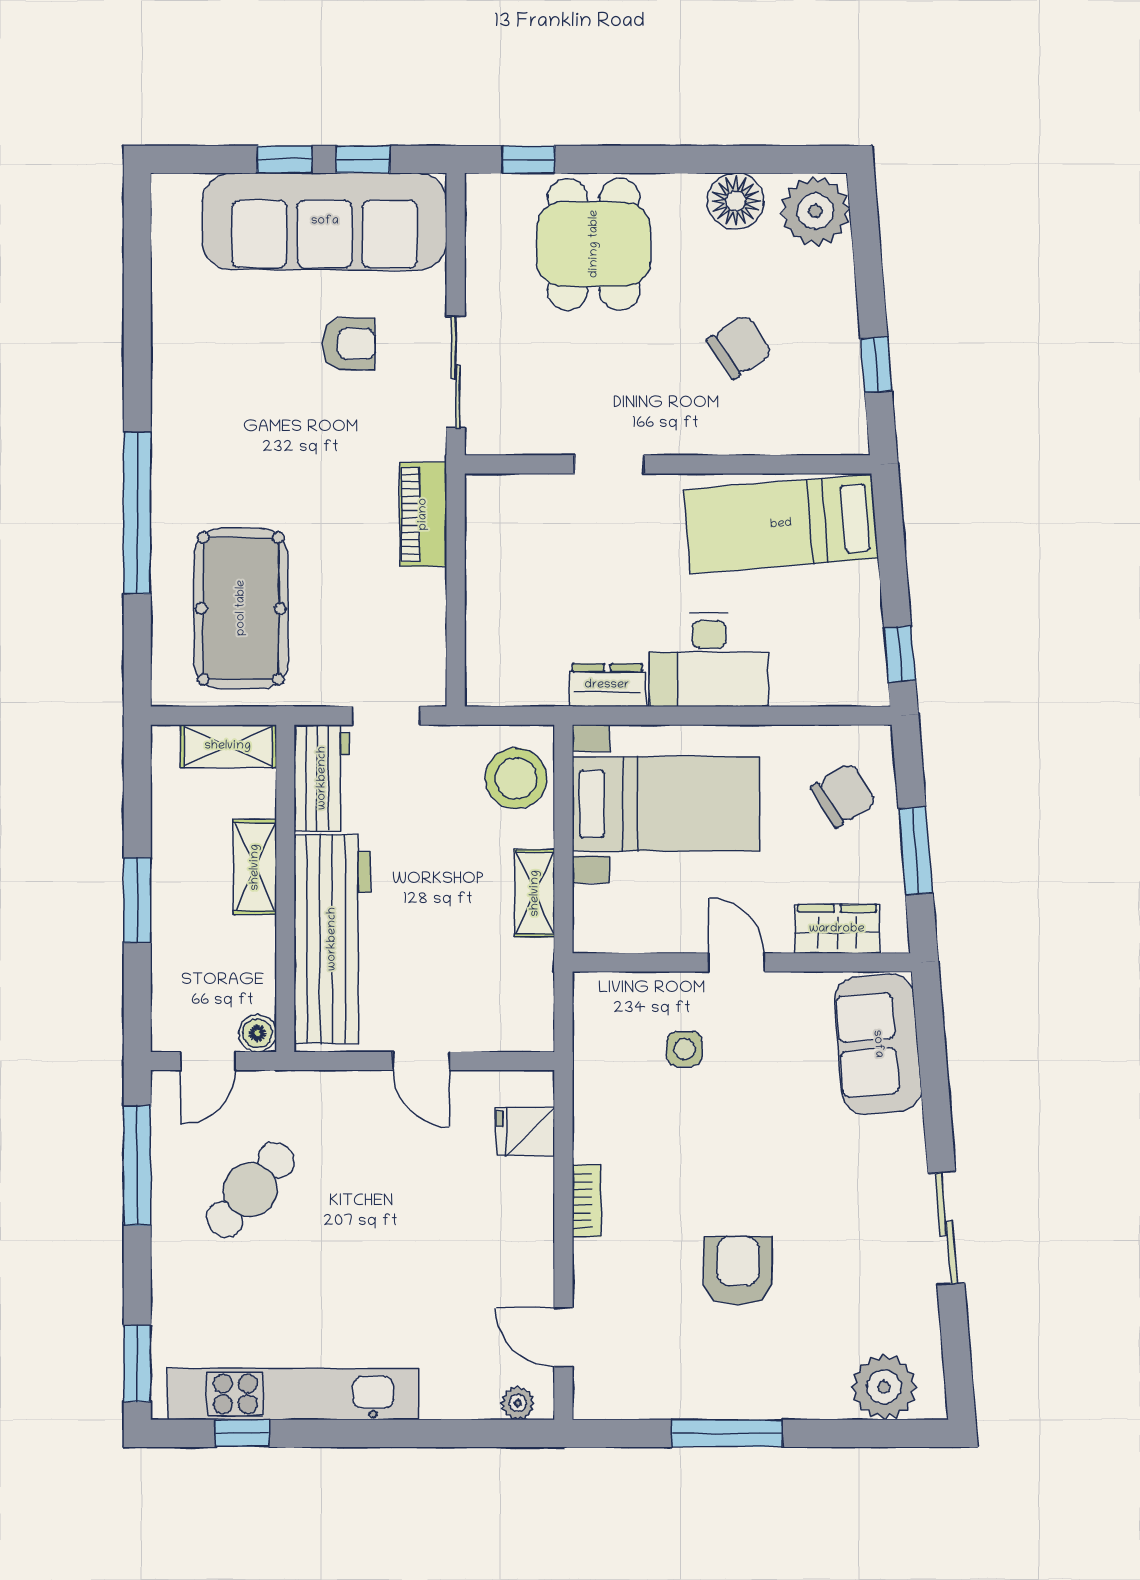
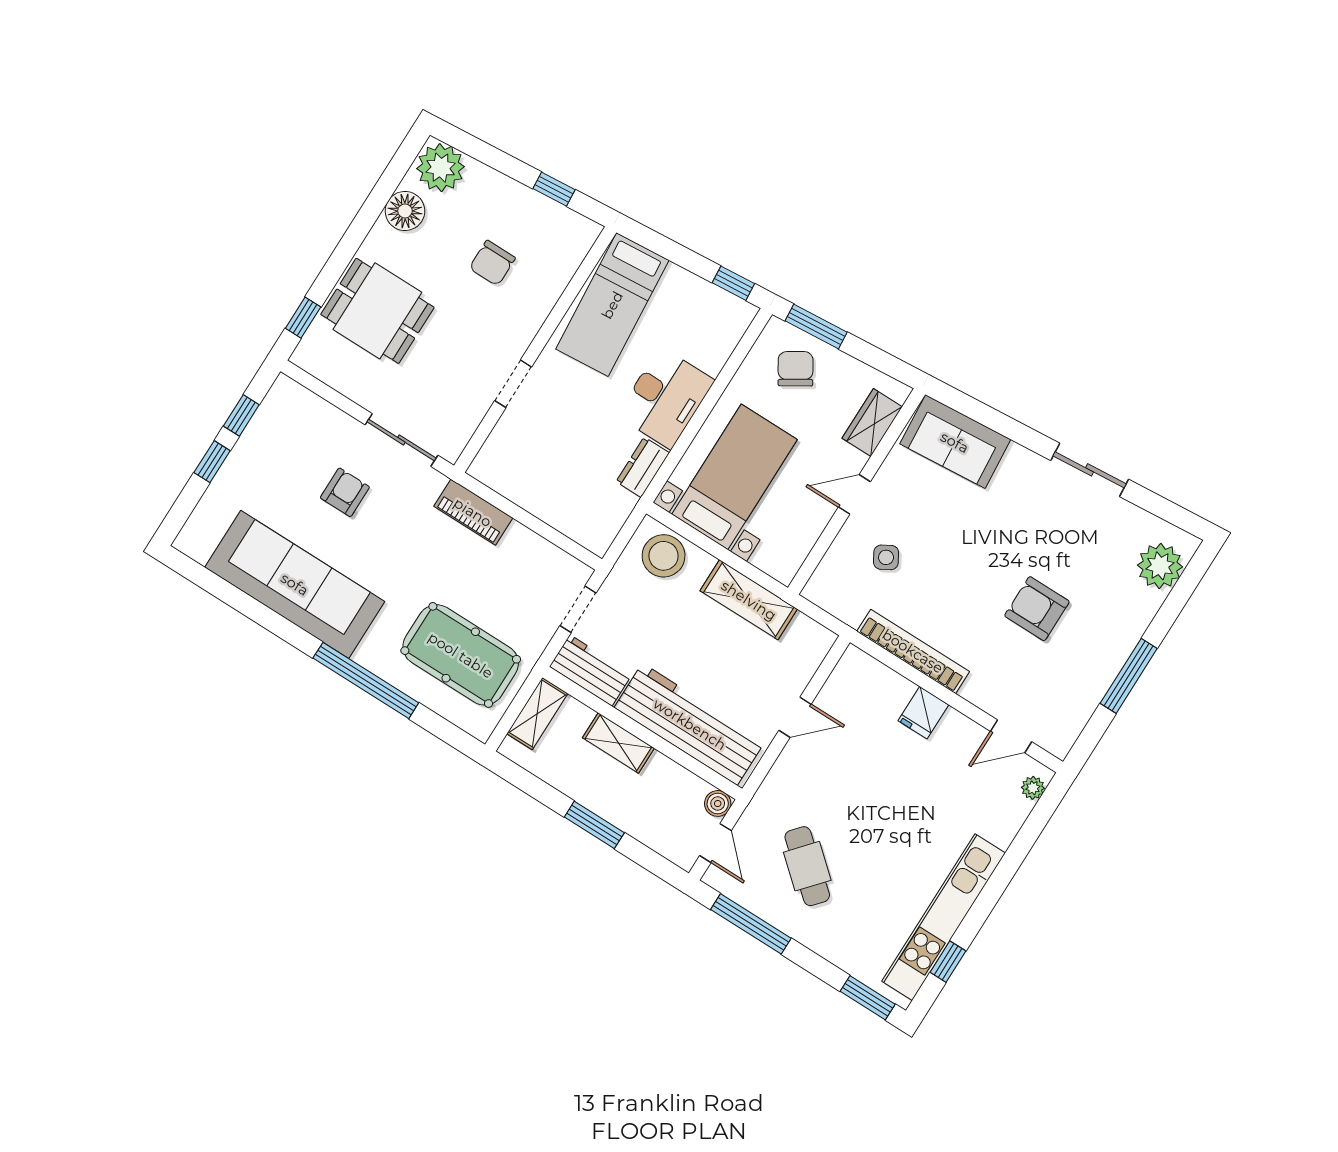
sofa: (325, 221) -> (295, 584), moved, turned -90
chair: (740, 347) -> (492, 263), turned -146
window: (916, 851) -> (816, 327), moved
shelving: (535, 893) -> (749, 600), width x1.50, depth x1.33
side table: (684, 1049) -> (886, 557), turned -30
fridge: (525, 1131) -> (923, 713), moved
bookcase: (587, 1201) -> (913, 651), width x2.31, depth x1.31

